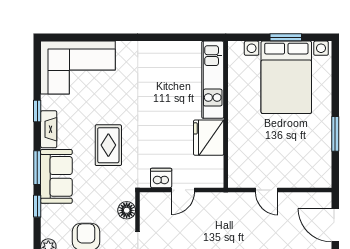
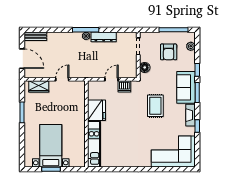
bed with nightstands: (286, 77) -> (51, 146), width x0.73
wardrobe: (307, 178) -> (39, 86), added
door: (267, 190) -> (62, 79), hinge flipped

